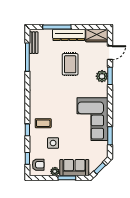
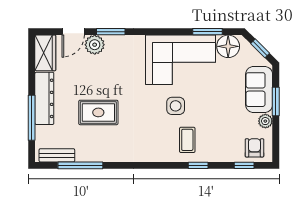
door: (110, 53) -> (73, 32), swing flipped
rug: (70, 64) -> (98, 112), moved
plant: (102, 76) -> (95, 45), moved
side table: (53, 143) -> (176, 106), moved
floor lamp: (101, 148) -> (228, 46), added

